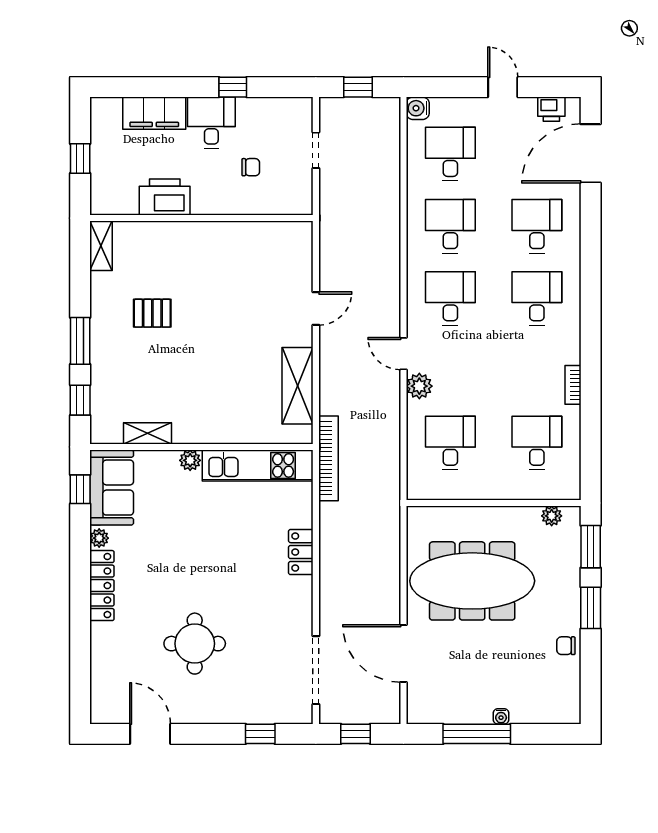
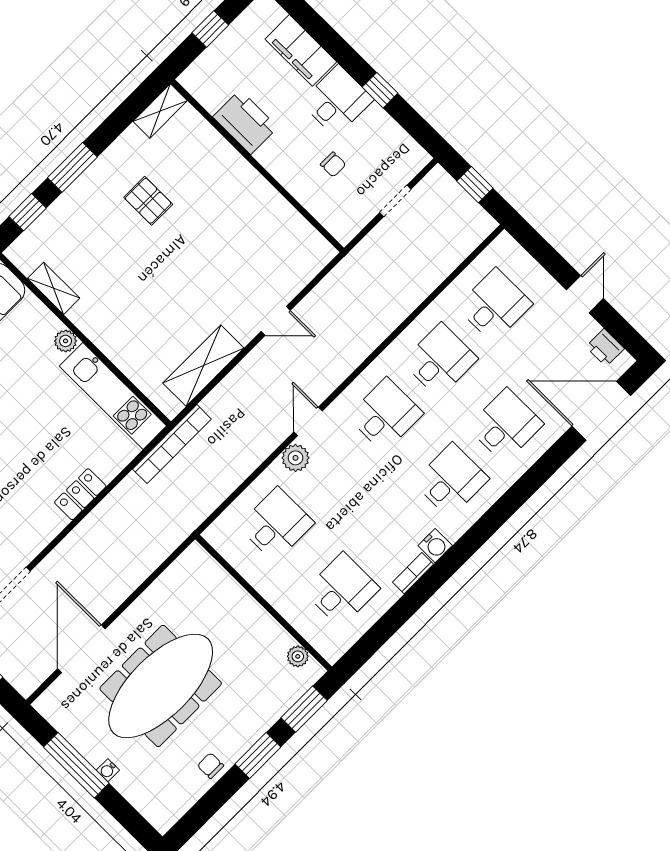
water cooler: (418, 108) -> (435, 546), moved, turned 180
meeting table: (472, 581) -> (161, 686), moved, turned 90

